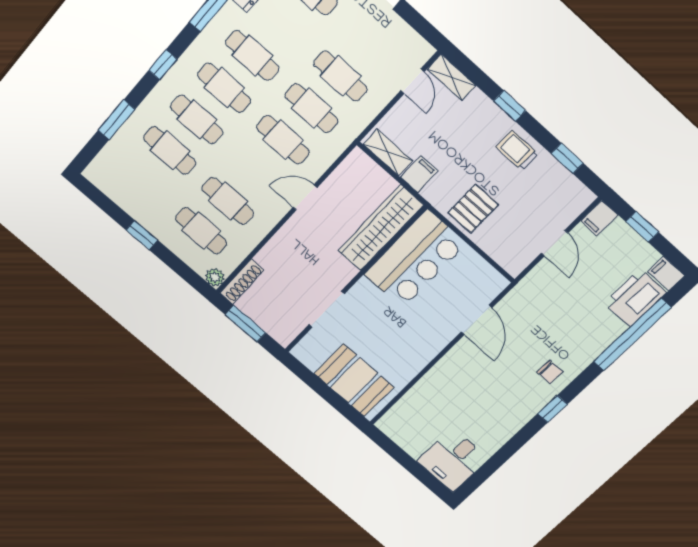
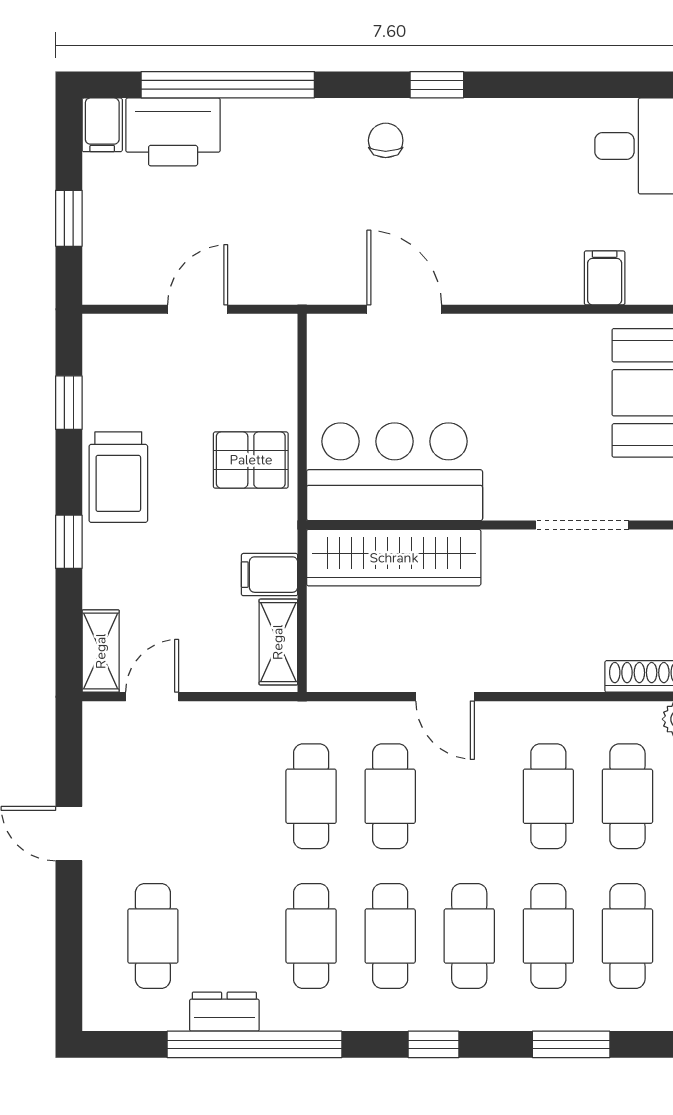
cafe table: (340, 76) -> (627, 936), moved
trolley: (517, 150) -> (118, 477), width x1.36, depth x1.39
filing cabinet: (599, 218) -> (605, 278), moved, turned -90
door: (476, 320) -> (404, 309), hinge flipped

